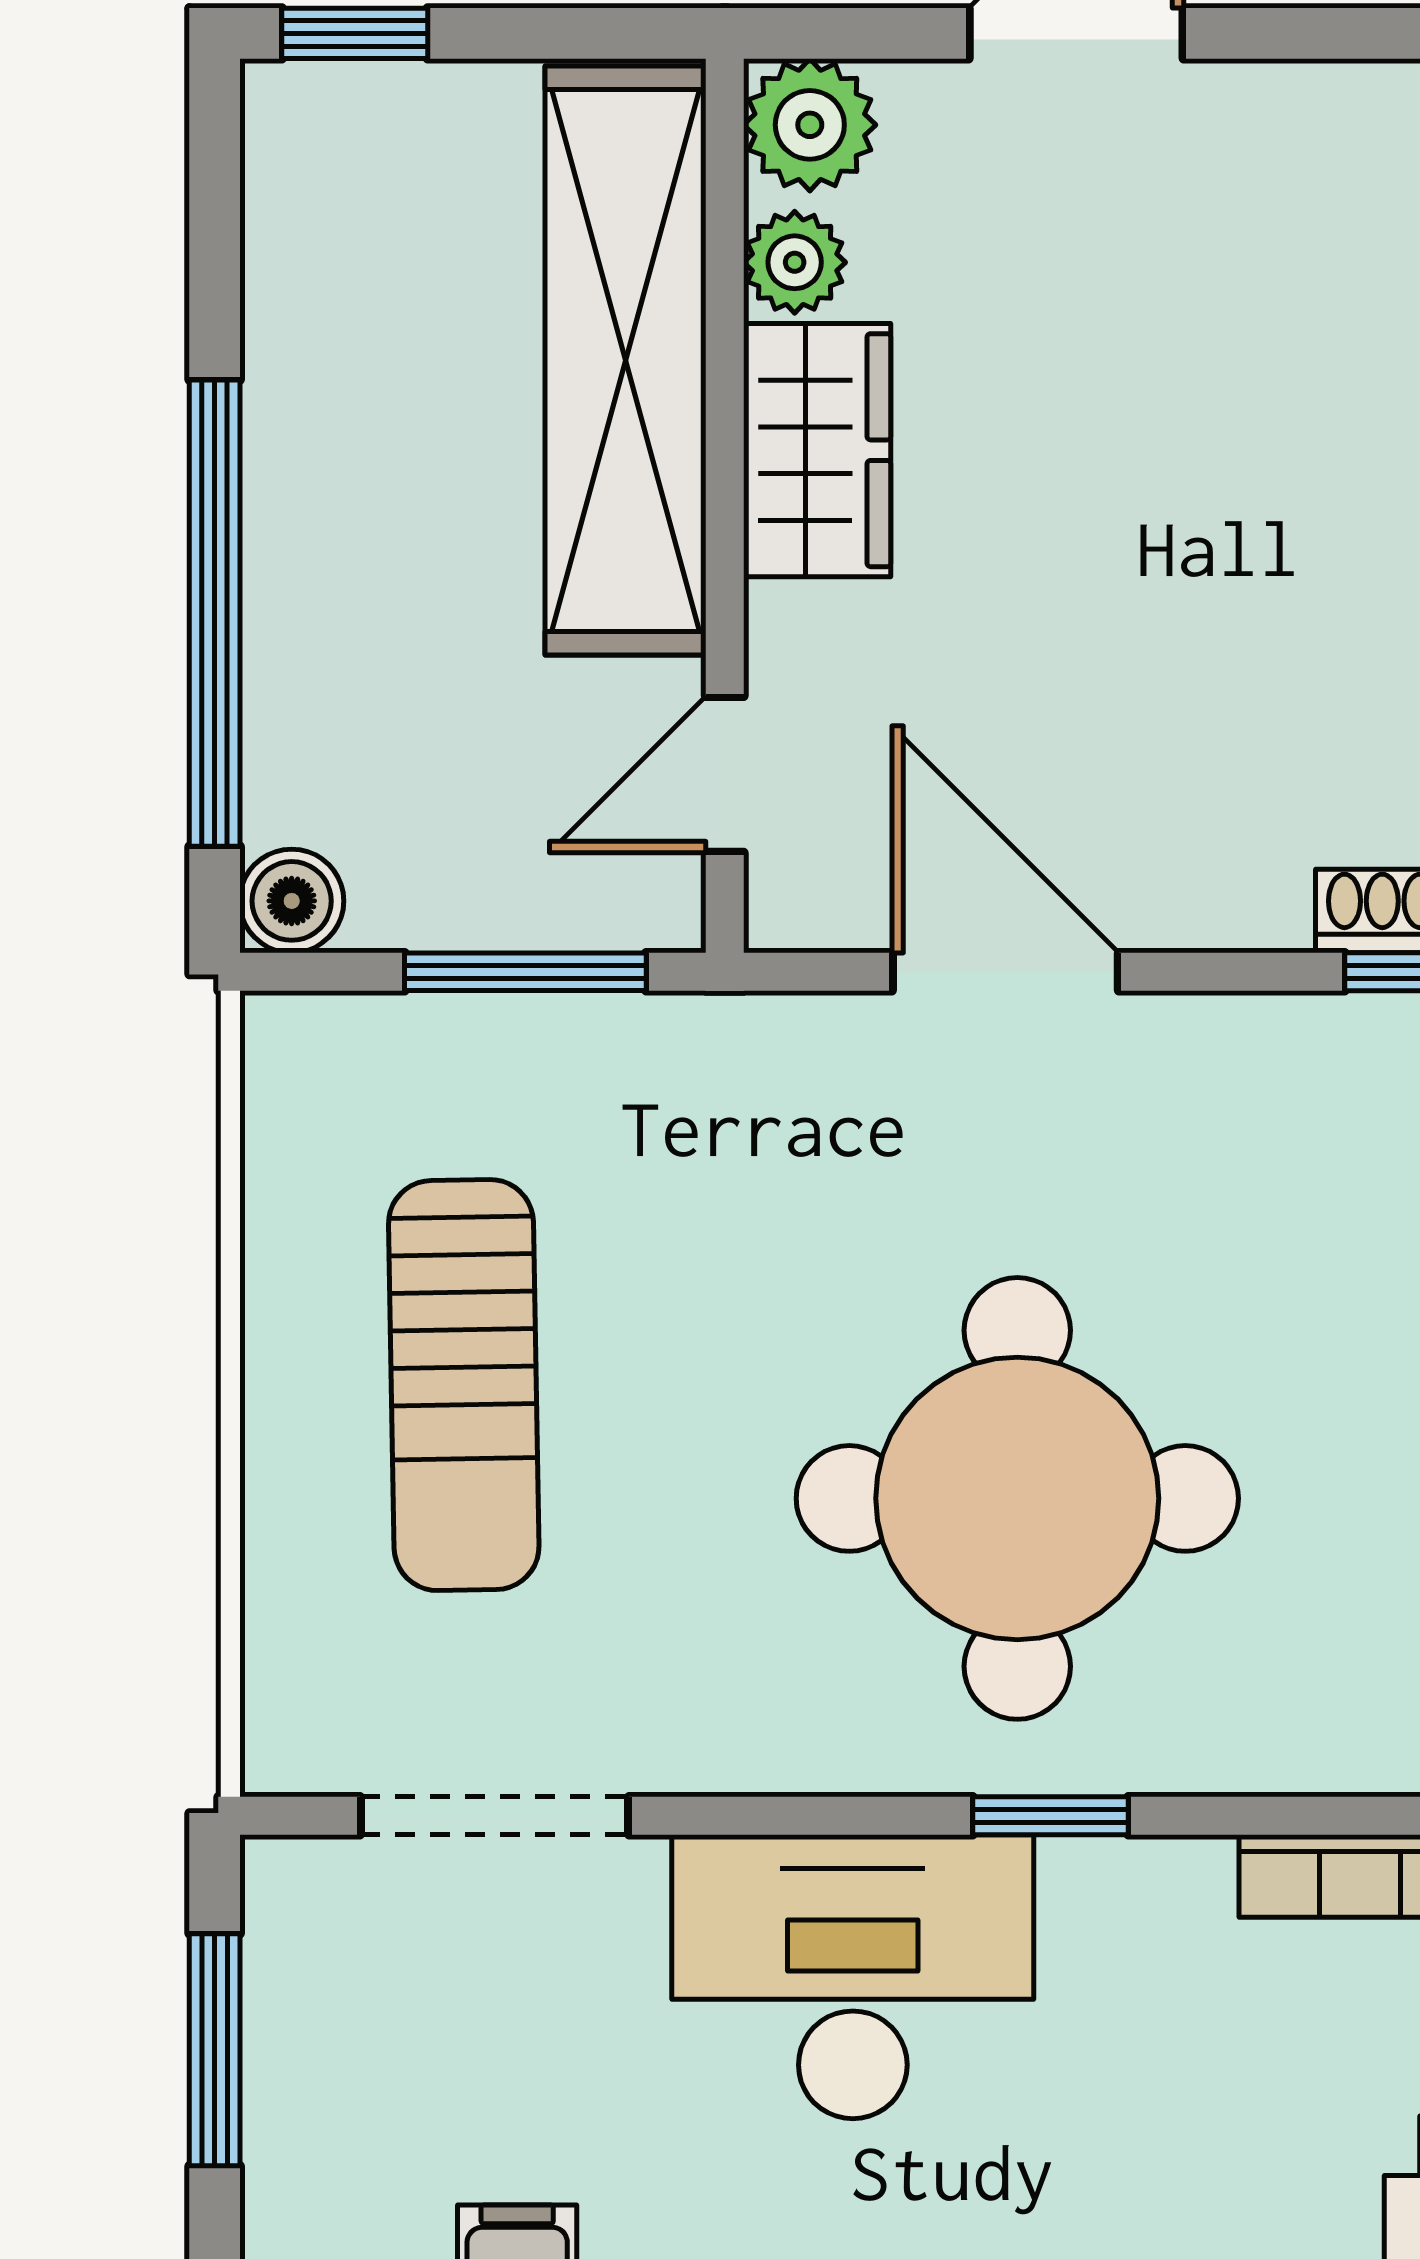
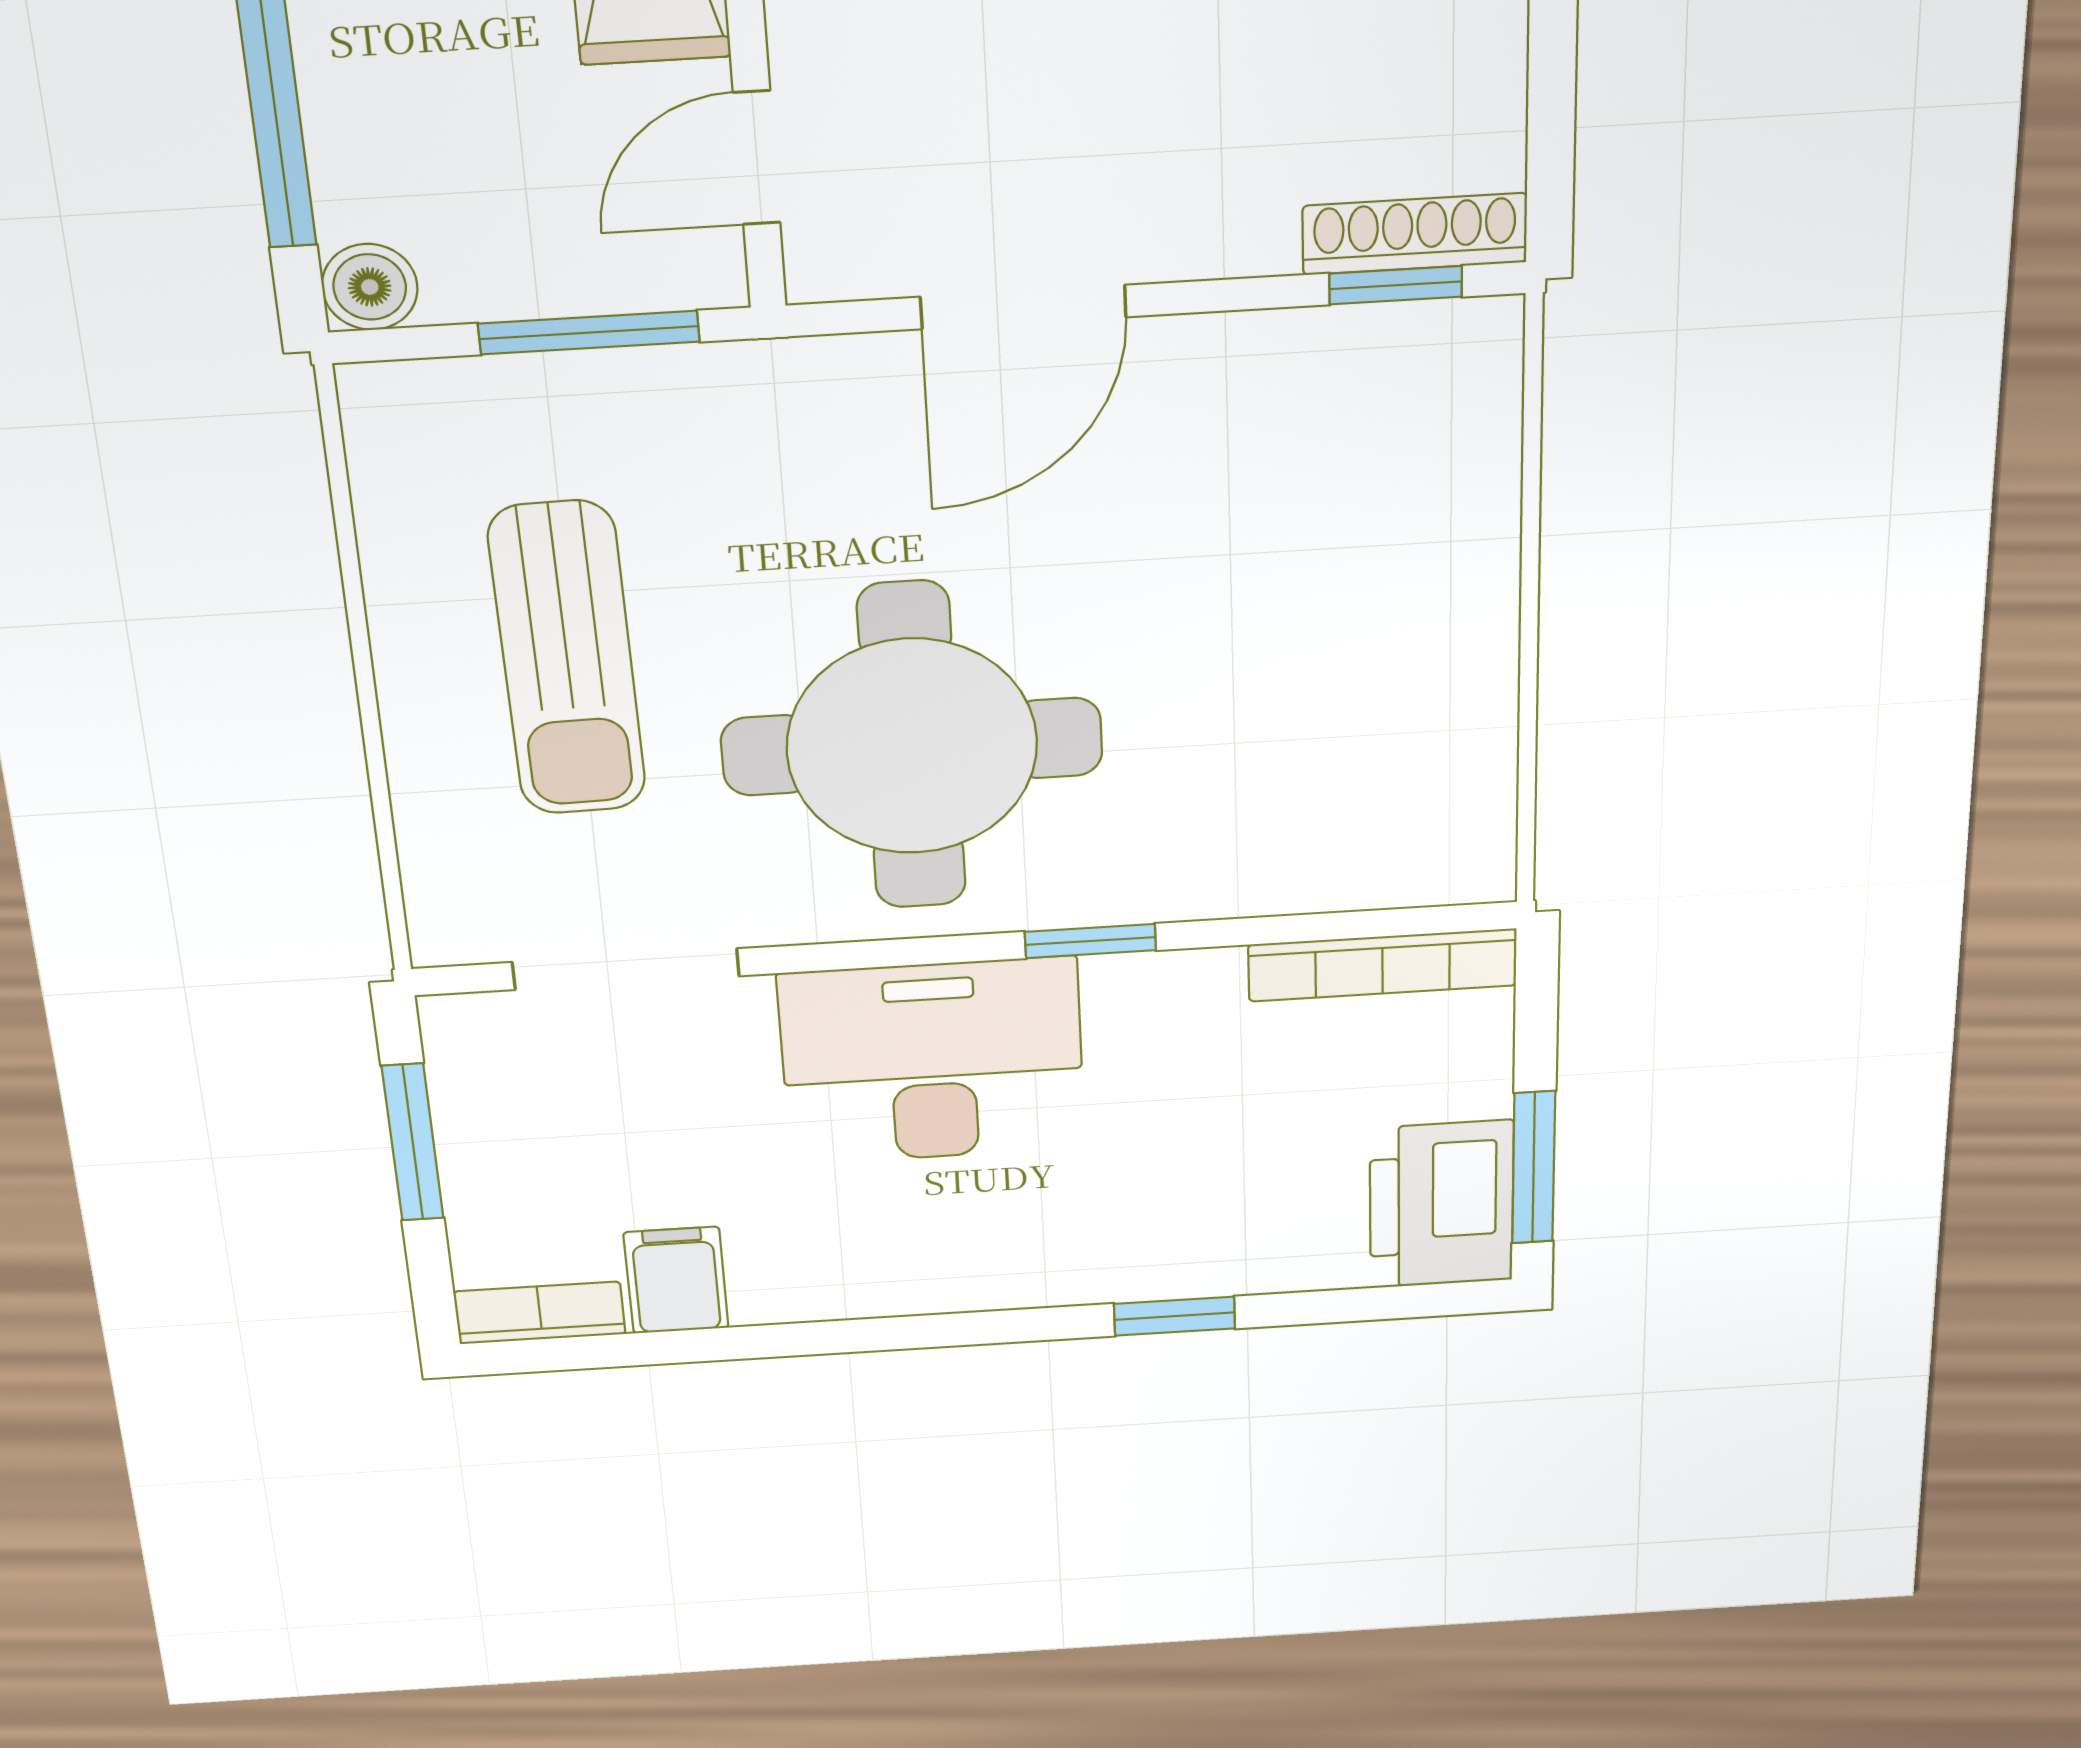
door: (1005, 972) -> (1023, 307), swing flipped
round table: (1017, 1498) -> (912, 747), moved

